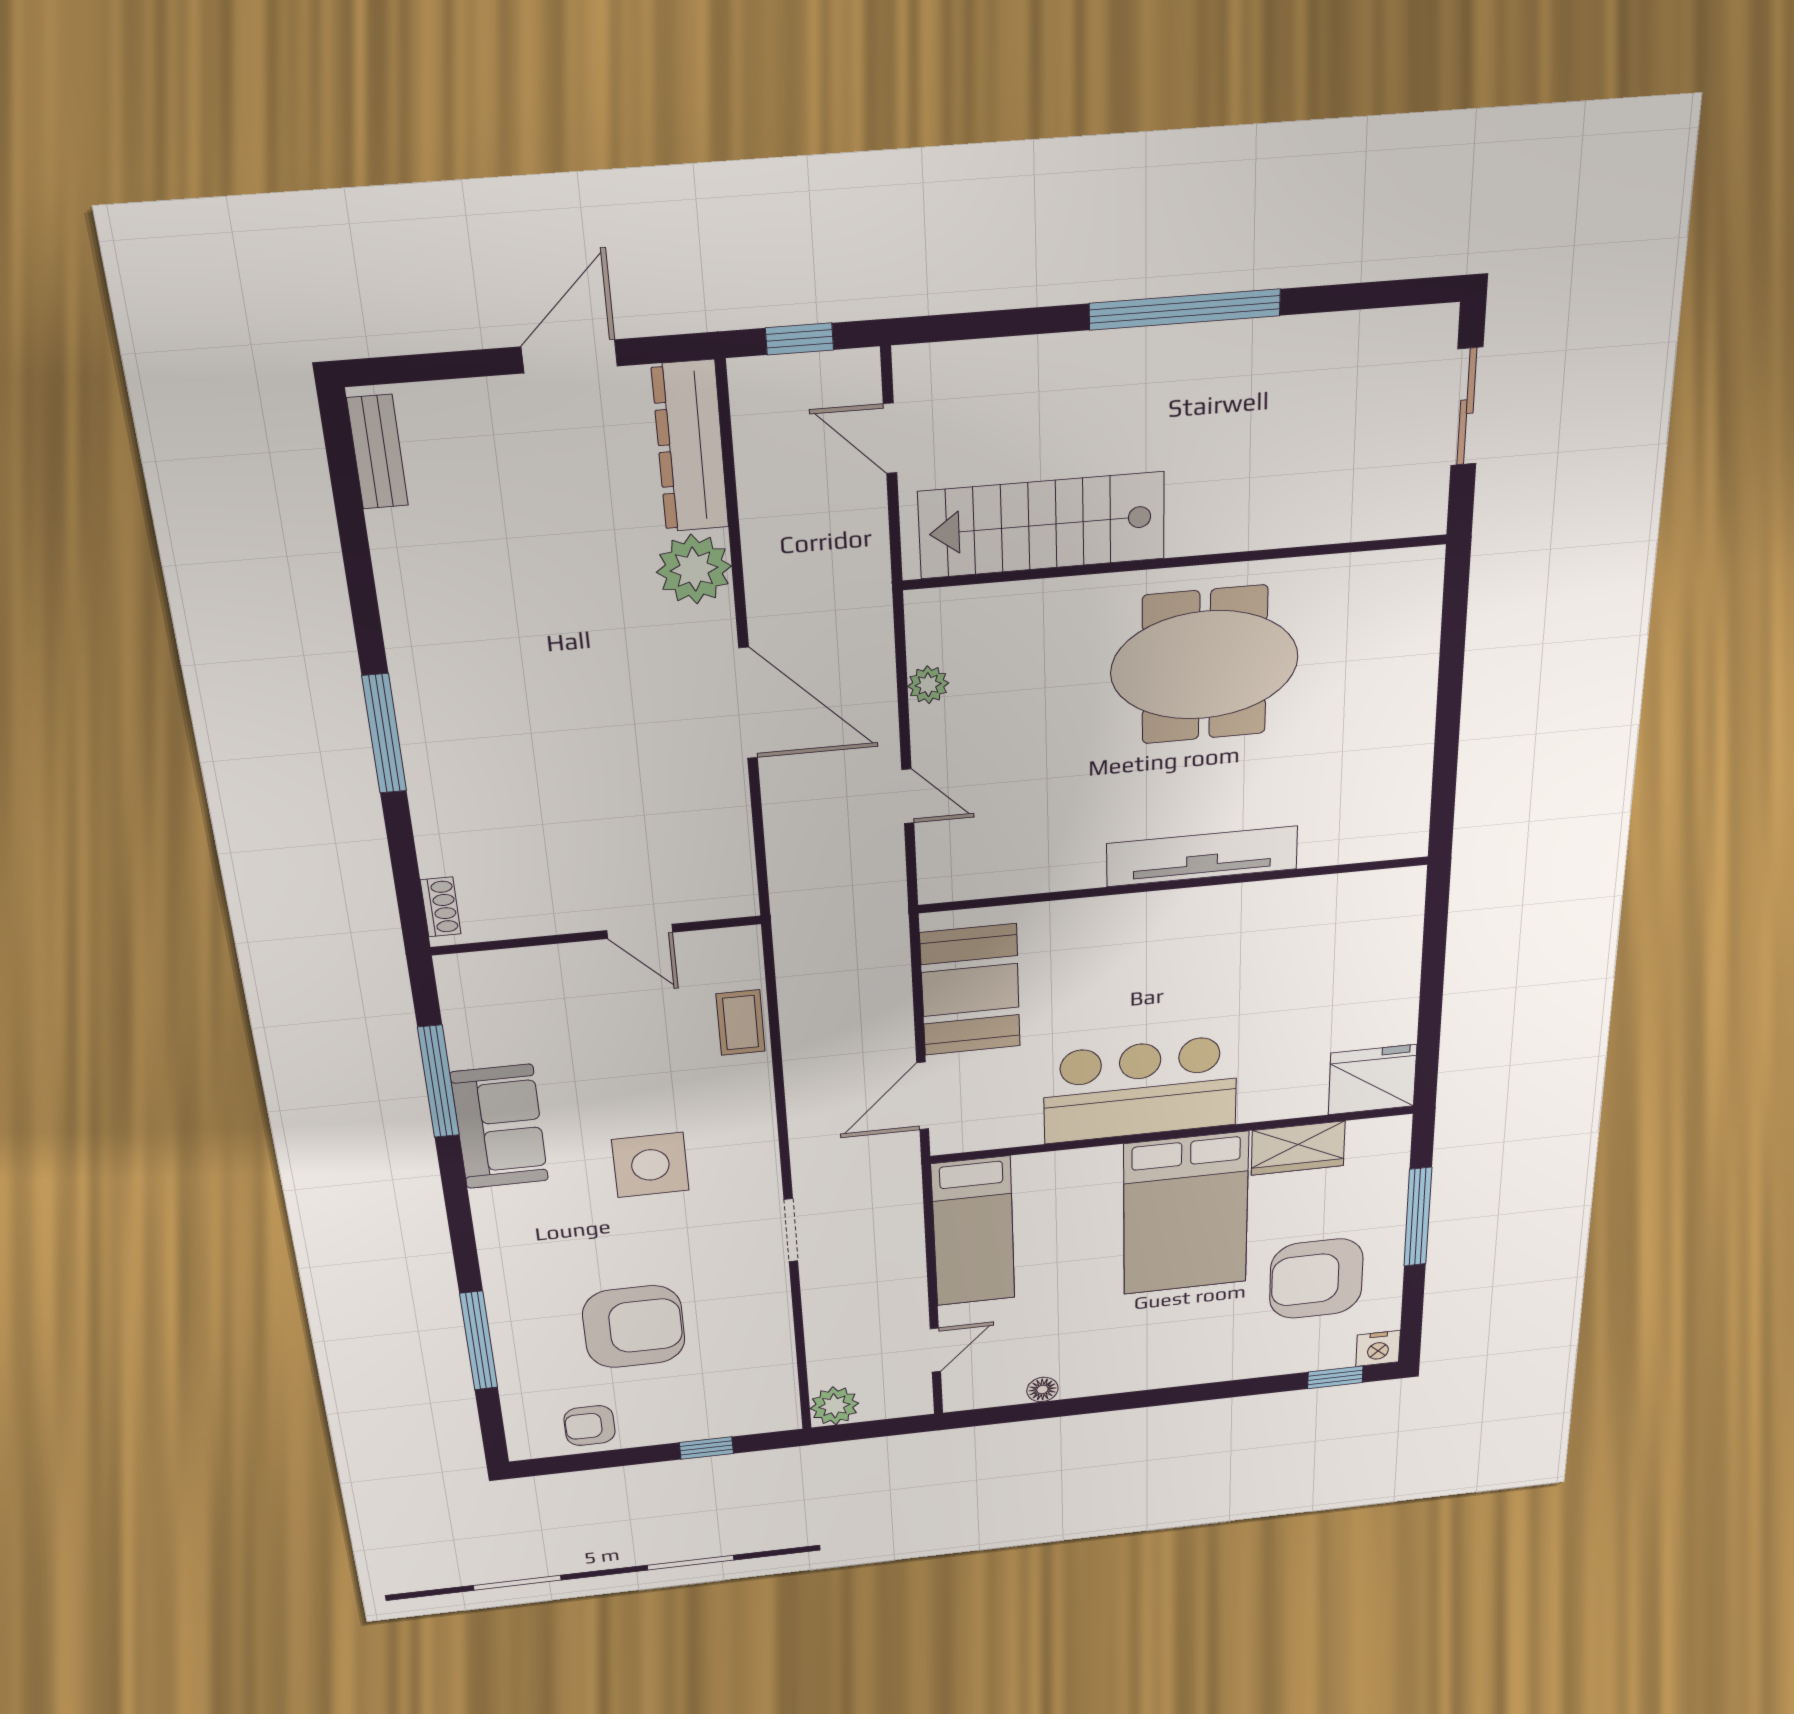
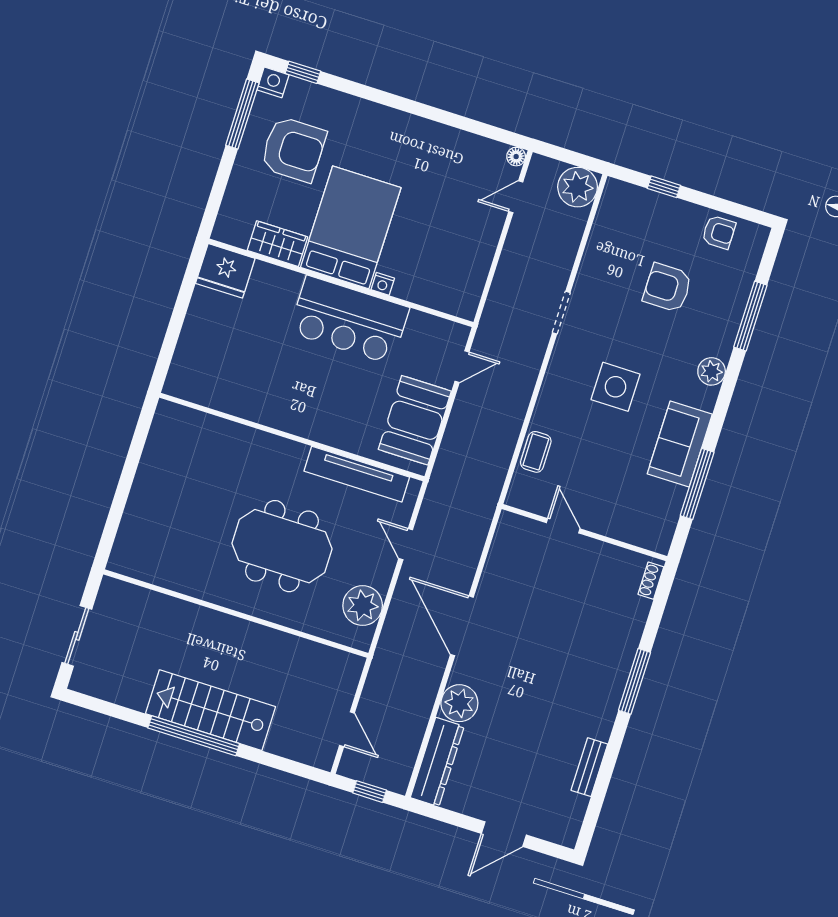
door: (569, 356) -> (504, 834), moved
bench: (378, 452) -> (589, 767), moved
stairs: (1042, 525) -> (211, 710), moved, turned 180
meeting table: (1204, 665) -> (282, 546), moved
plant: (928, 685) -> (363, 606), width x1.88, depth x1.88
tv unit: (1202, 856) -> (357, 474), moved
door: (923, 1096) -> (462, 367), width x0.73
nightstand: (1103, 1159) -> (383, 284), added
window: (1418, 1217) -> (242, 114), moved
bed: (973, 1232) -> (467, 268), removed
plant: (501, 1245) -> (712, 371), added
armchair: (634, 1327) -> (667, 288), width x0.73, depth x0.73
floor lamp: (1042, 1389) -> (516, 157), moved
plant: (834, 1406) -> (578, 187), width x1.36, depth x1.36

